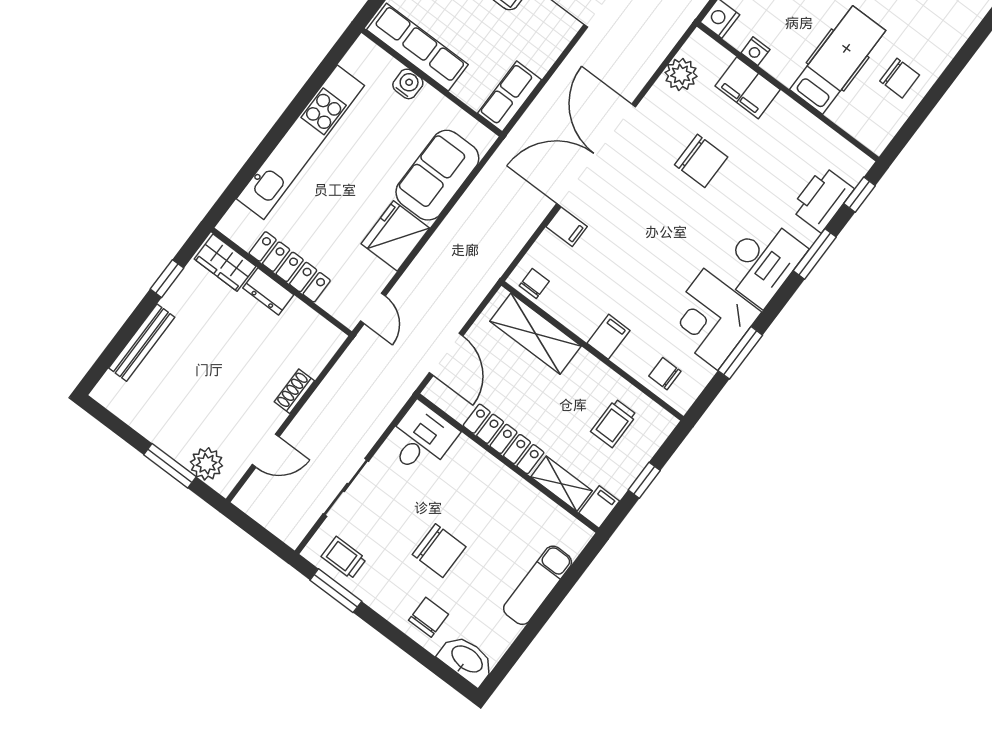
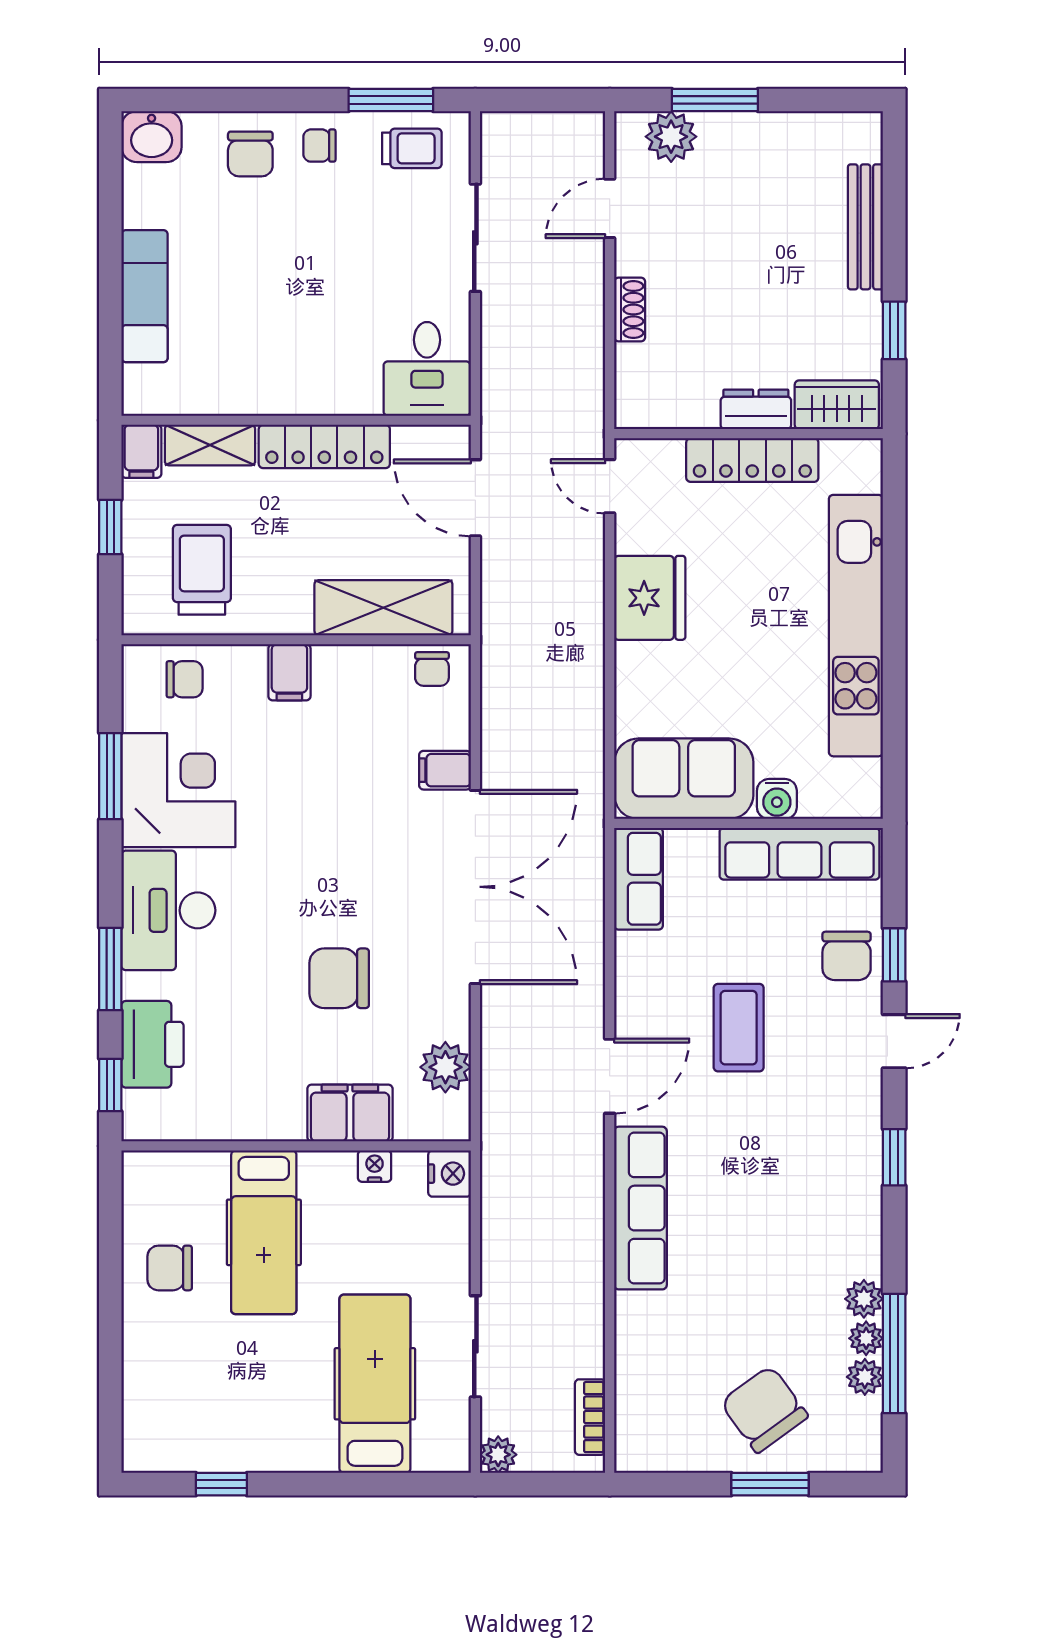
sofa: (437, 175) -> (684, 779), moved, turned -90
trolley: (614, 423) -> (202, 570), width x1.36, depth x1.39
chair: (439, 551) -> (319, 146), moved, width x0.54, depth x0.54
washbasin: (467, 660) -> (152, 137), width x0.72

